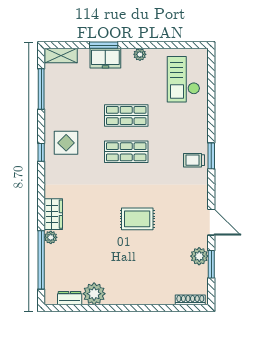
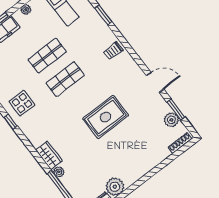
window: (211, 156) -> (103, 15), moved
rug: (137, 219) -> (106, 117), width x1.36, depth x1.43
plant: (199, 256) -> (171, 120), moved

